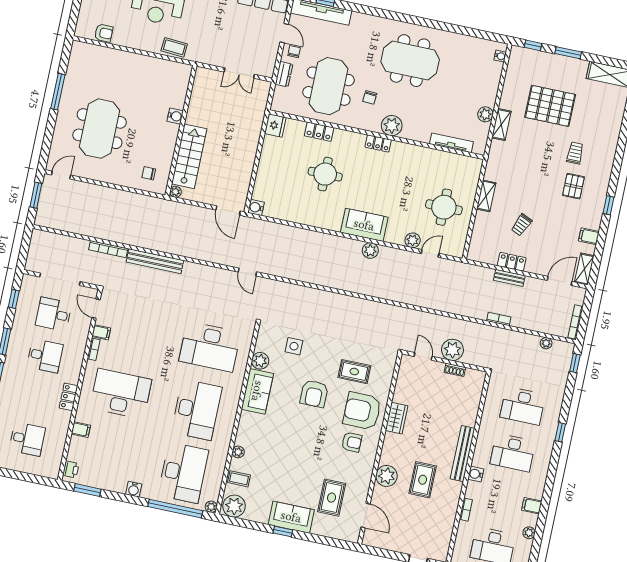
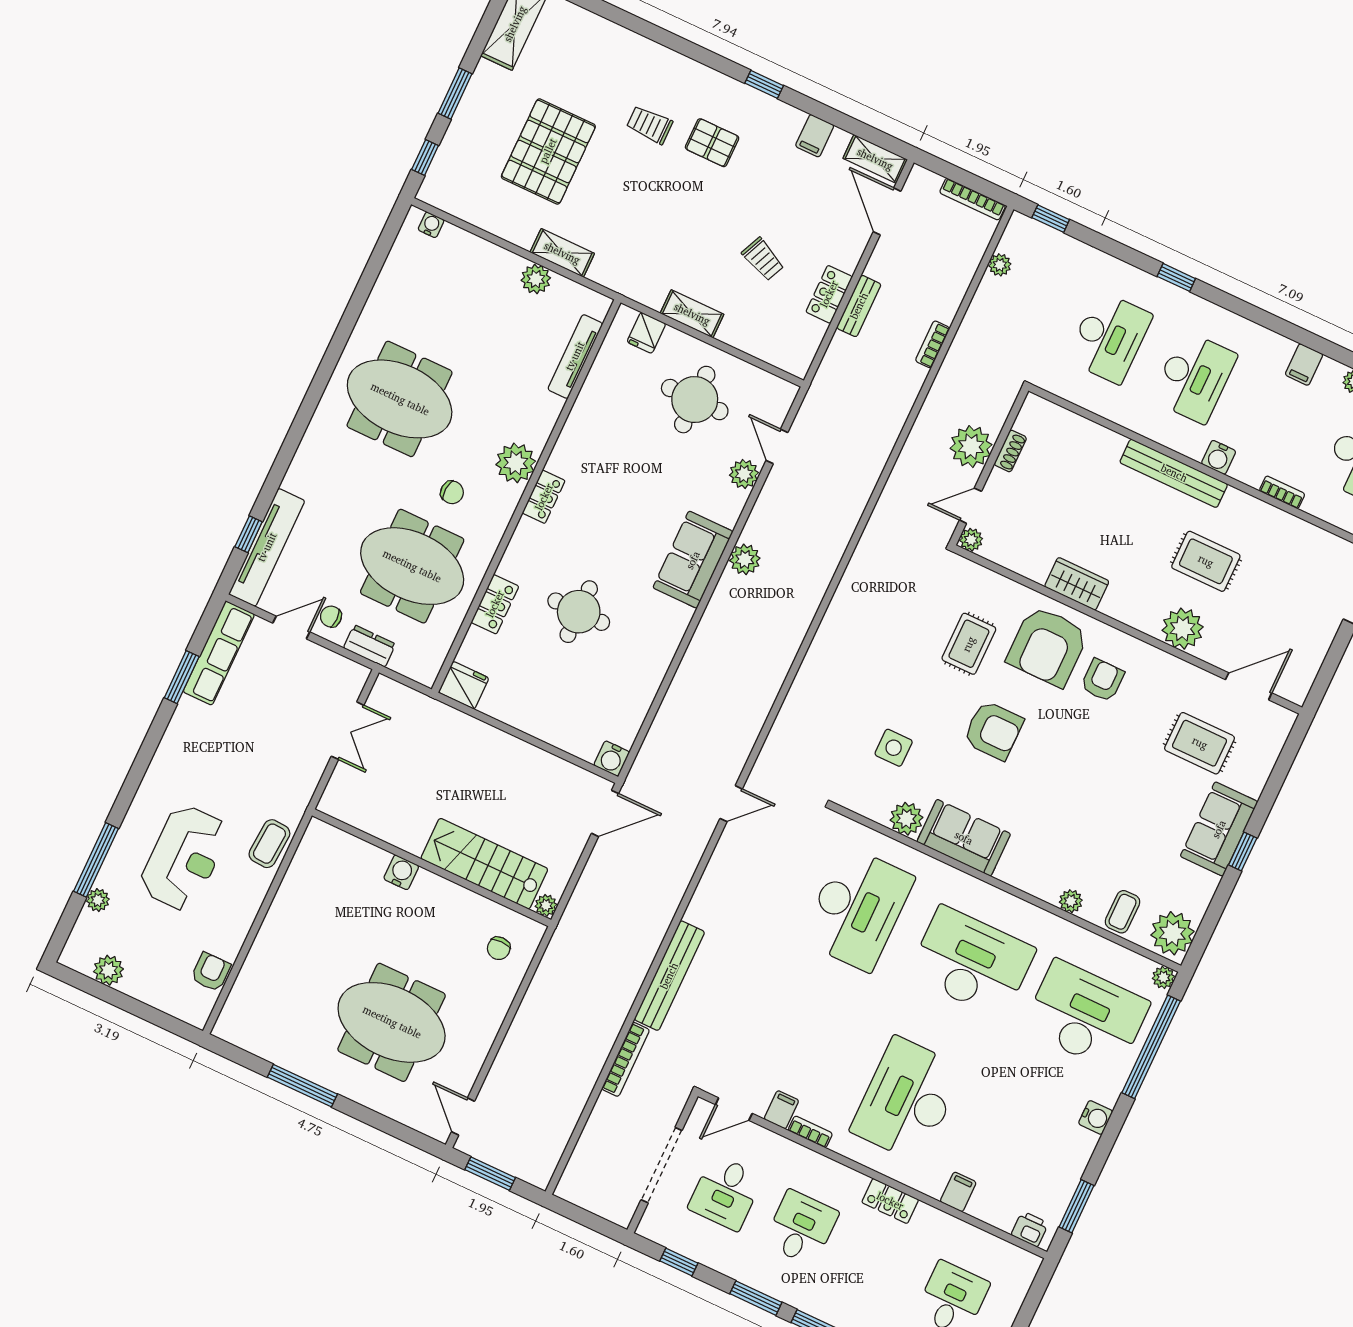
meeting table: (410, 61) -> (400, 399), turned 90
fridge: (471, 175) -> (646, 333), added
plant: (406, 361) -> (971, 540), added

